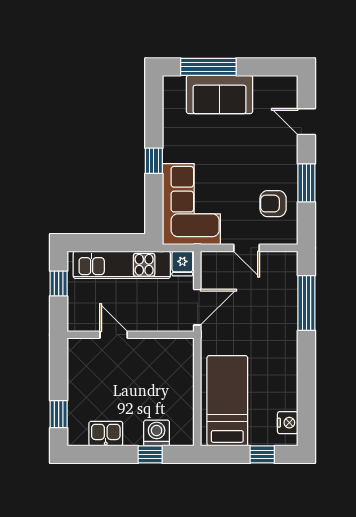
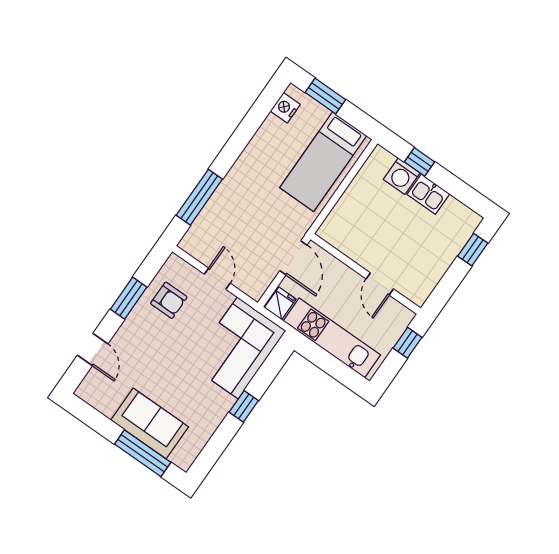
window: (59, 284) -> (408, 343), moved
door: (197, 307) -> (293, 258), swing flipped
kitchen sink: (106, 434) -> (428, 194), moved
window: (262, 454) -> (325, 96), width x1.50

